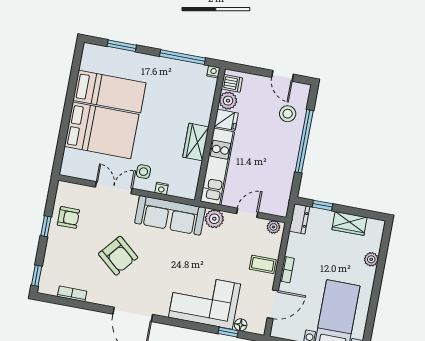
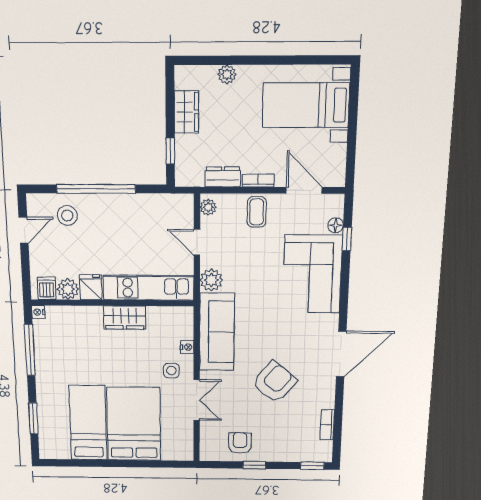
double door: (114, 188) -> (197, 400), swing flipped
dresser: (299, 219) -> (223, 177), moved

